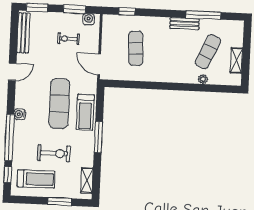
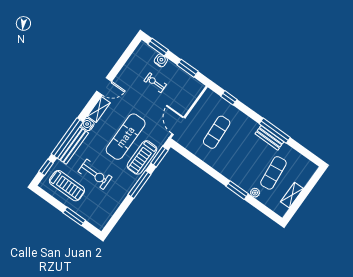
window: (203, 15) -> (275, 131), moved
water cooler: (89, 19) -> (161, 60), moved
bench: (23, 33) -> (73, 145), moved
exercise bike: (69, 39) -> (155, 83), moved
exercise mat: (208, 52) -> (273, 173), turned -30
window: (186, 87) -> (237, 190), added
window: (100, 102) -> (159, 157), added
shelving: (87, 180) -> (99, 109), moved

